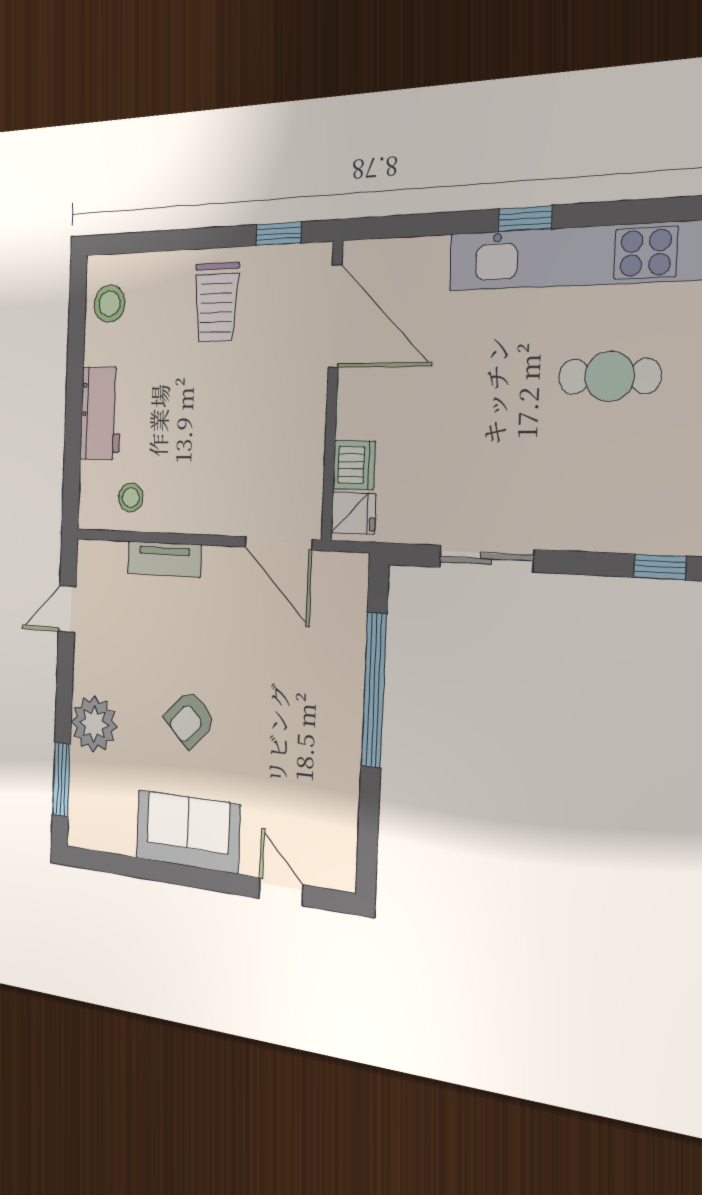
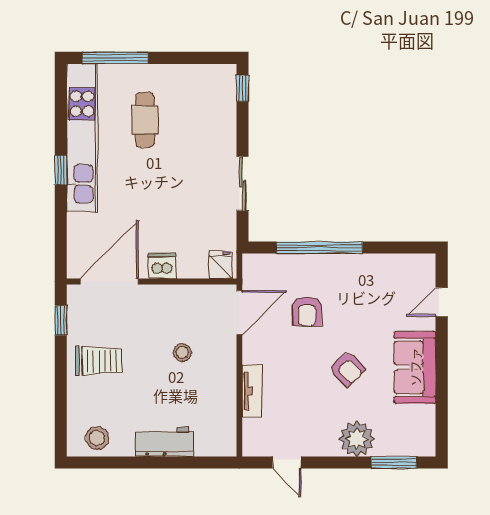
dishwasher: (354, 465) -> (162, 266), moved
stool: (131, 498) -> (182, 353), moved
armchair: (276, 660) -> (307, 311), added

